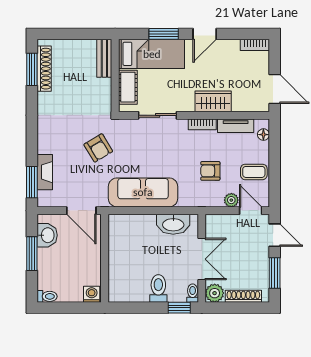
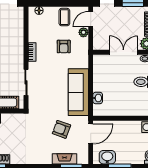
wardrobe: (213, 101) -> (17, 45), removed
tv unit: (236, 126) -> (33, 29), removed
armchair: (98, 148) -> (61, 129), moved, turned -129
washbasin: (173, 224) -> (98, 98), moved, width x0.52, depth x0.69

